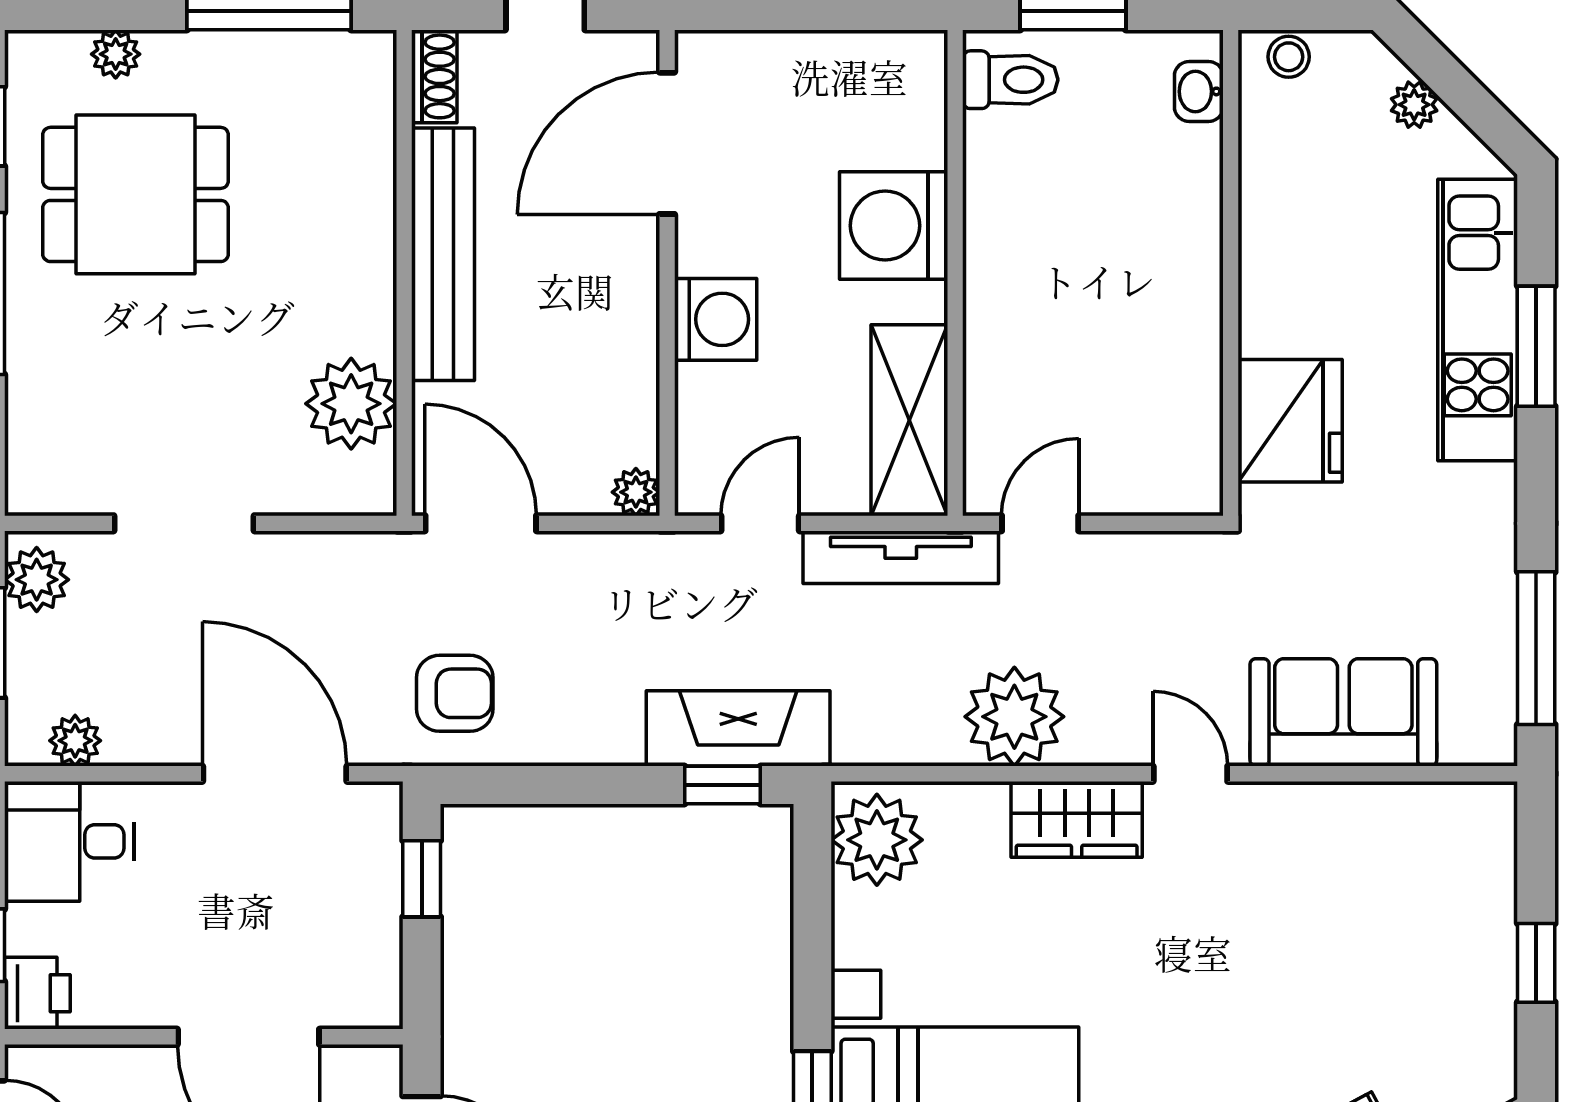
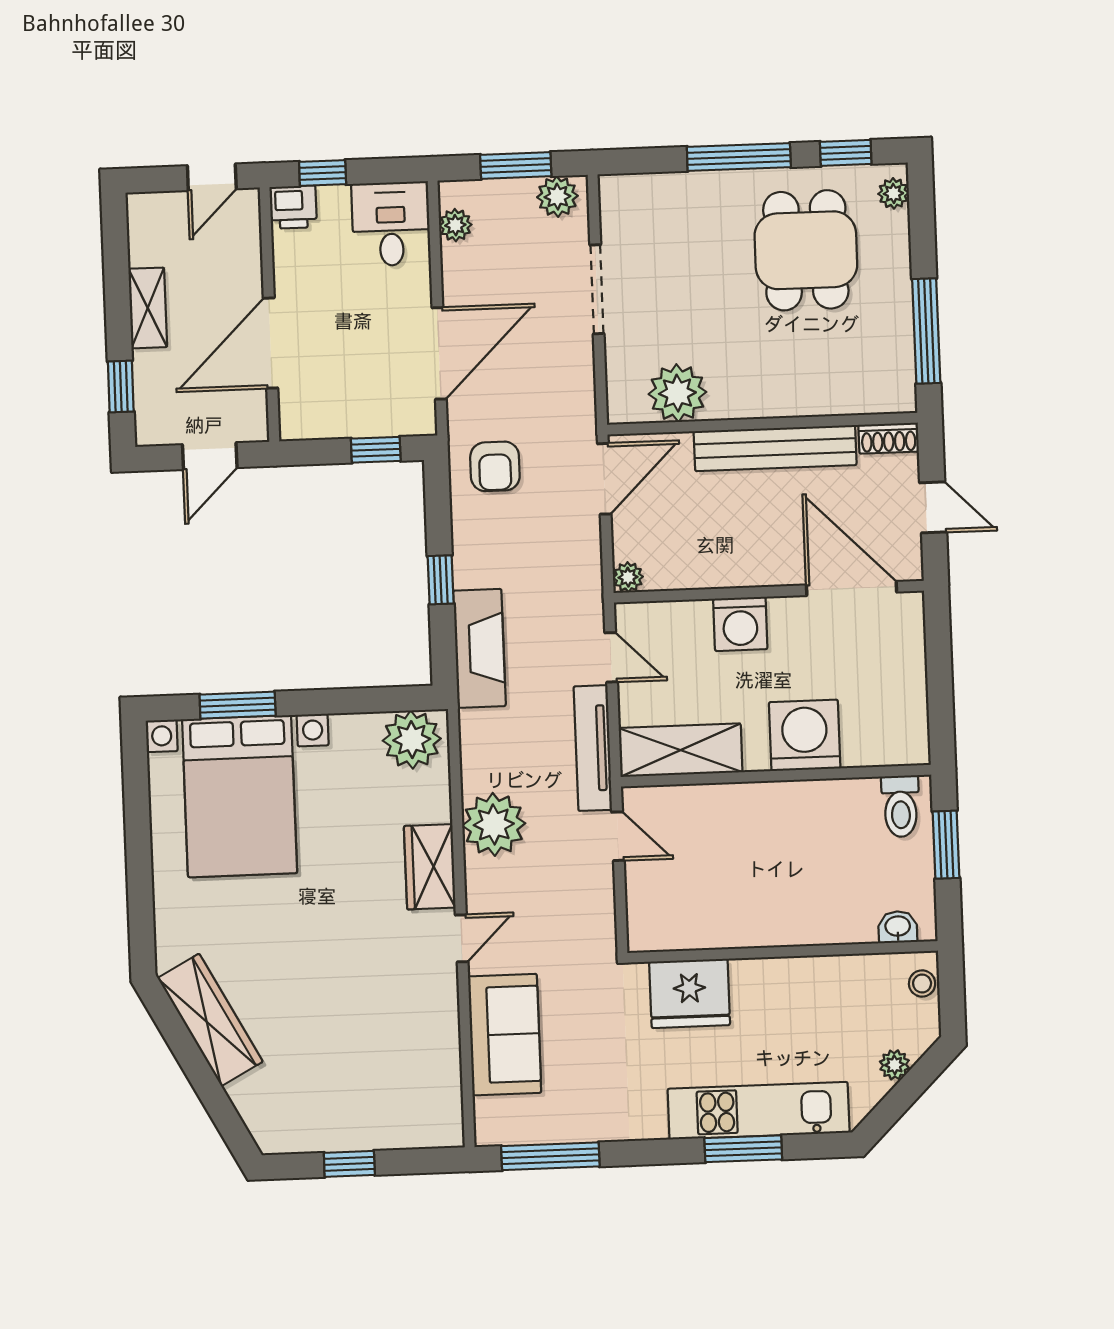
plant: (116, 54) -> (893, 193), moved
window: (723, 785) -> (441, 580), moved

